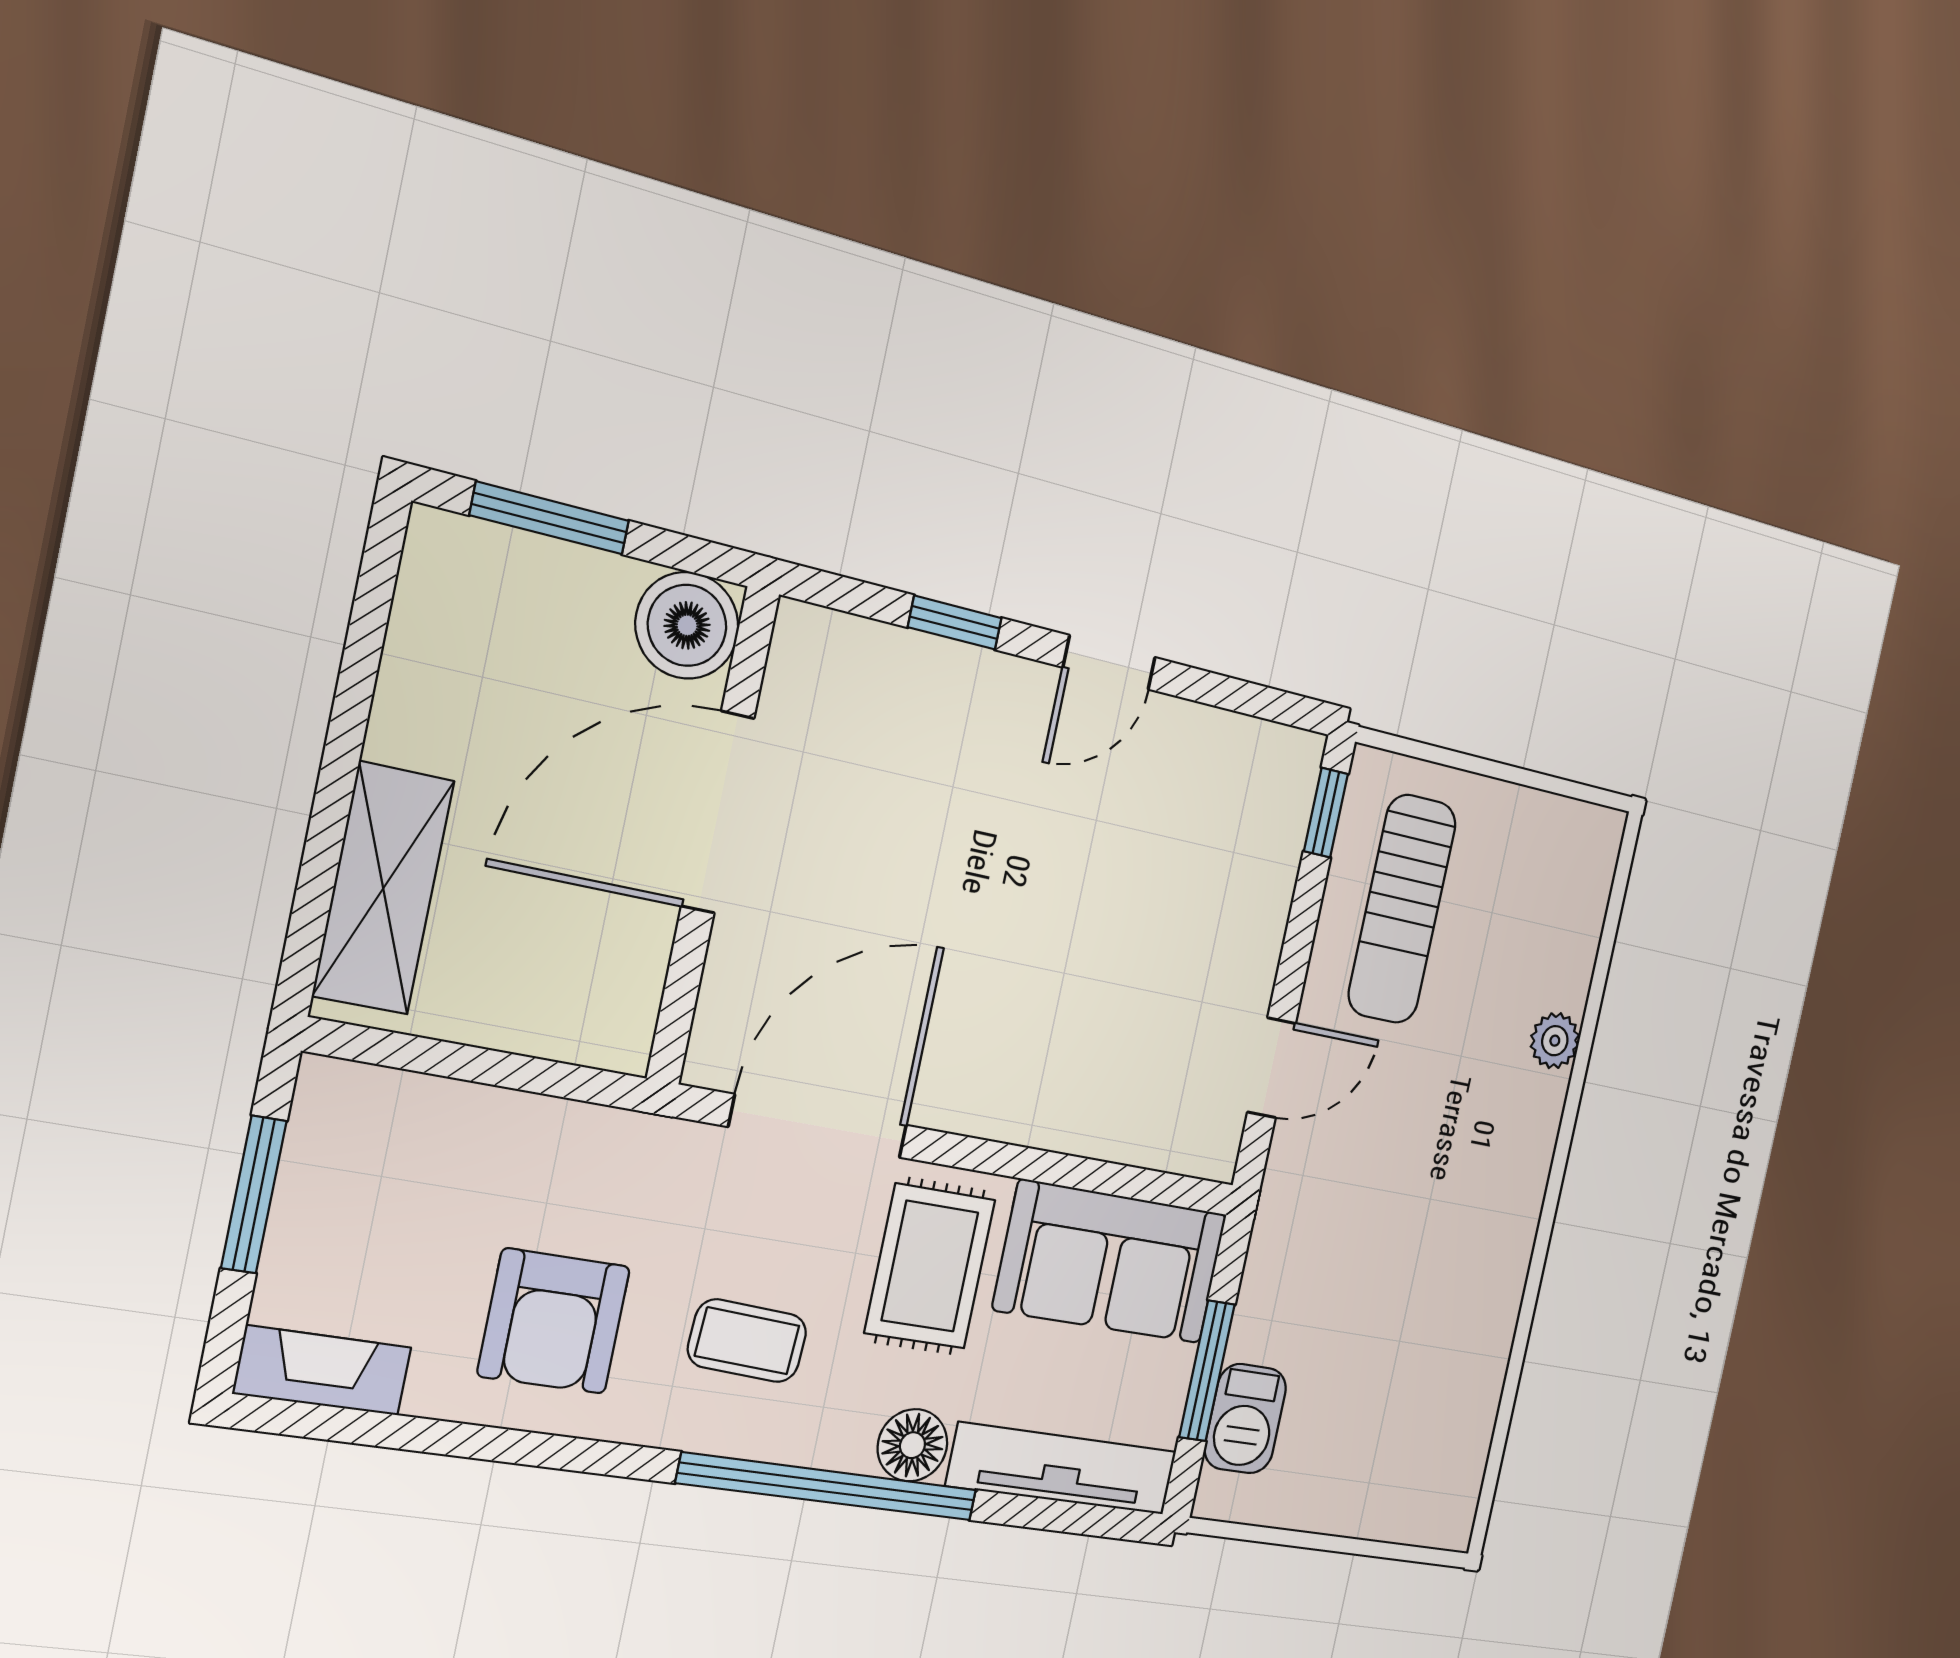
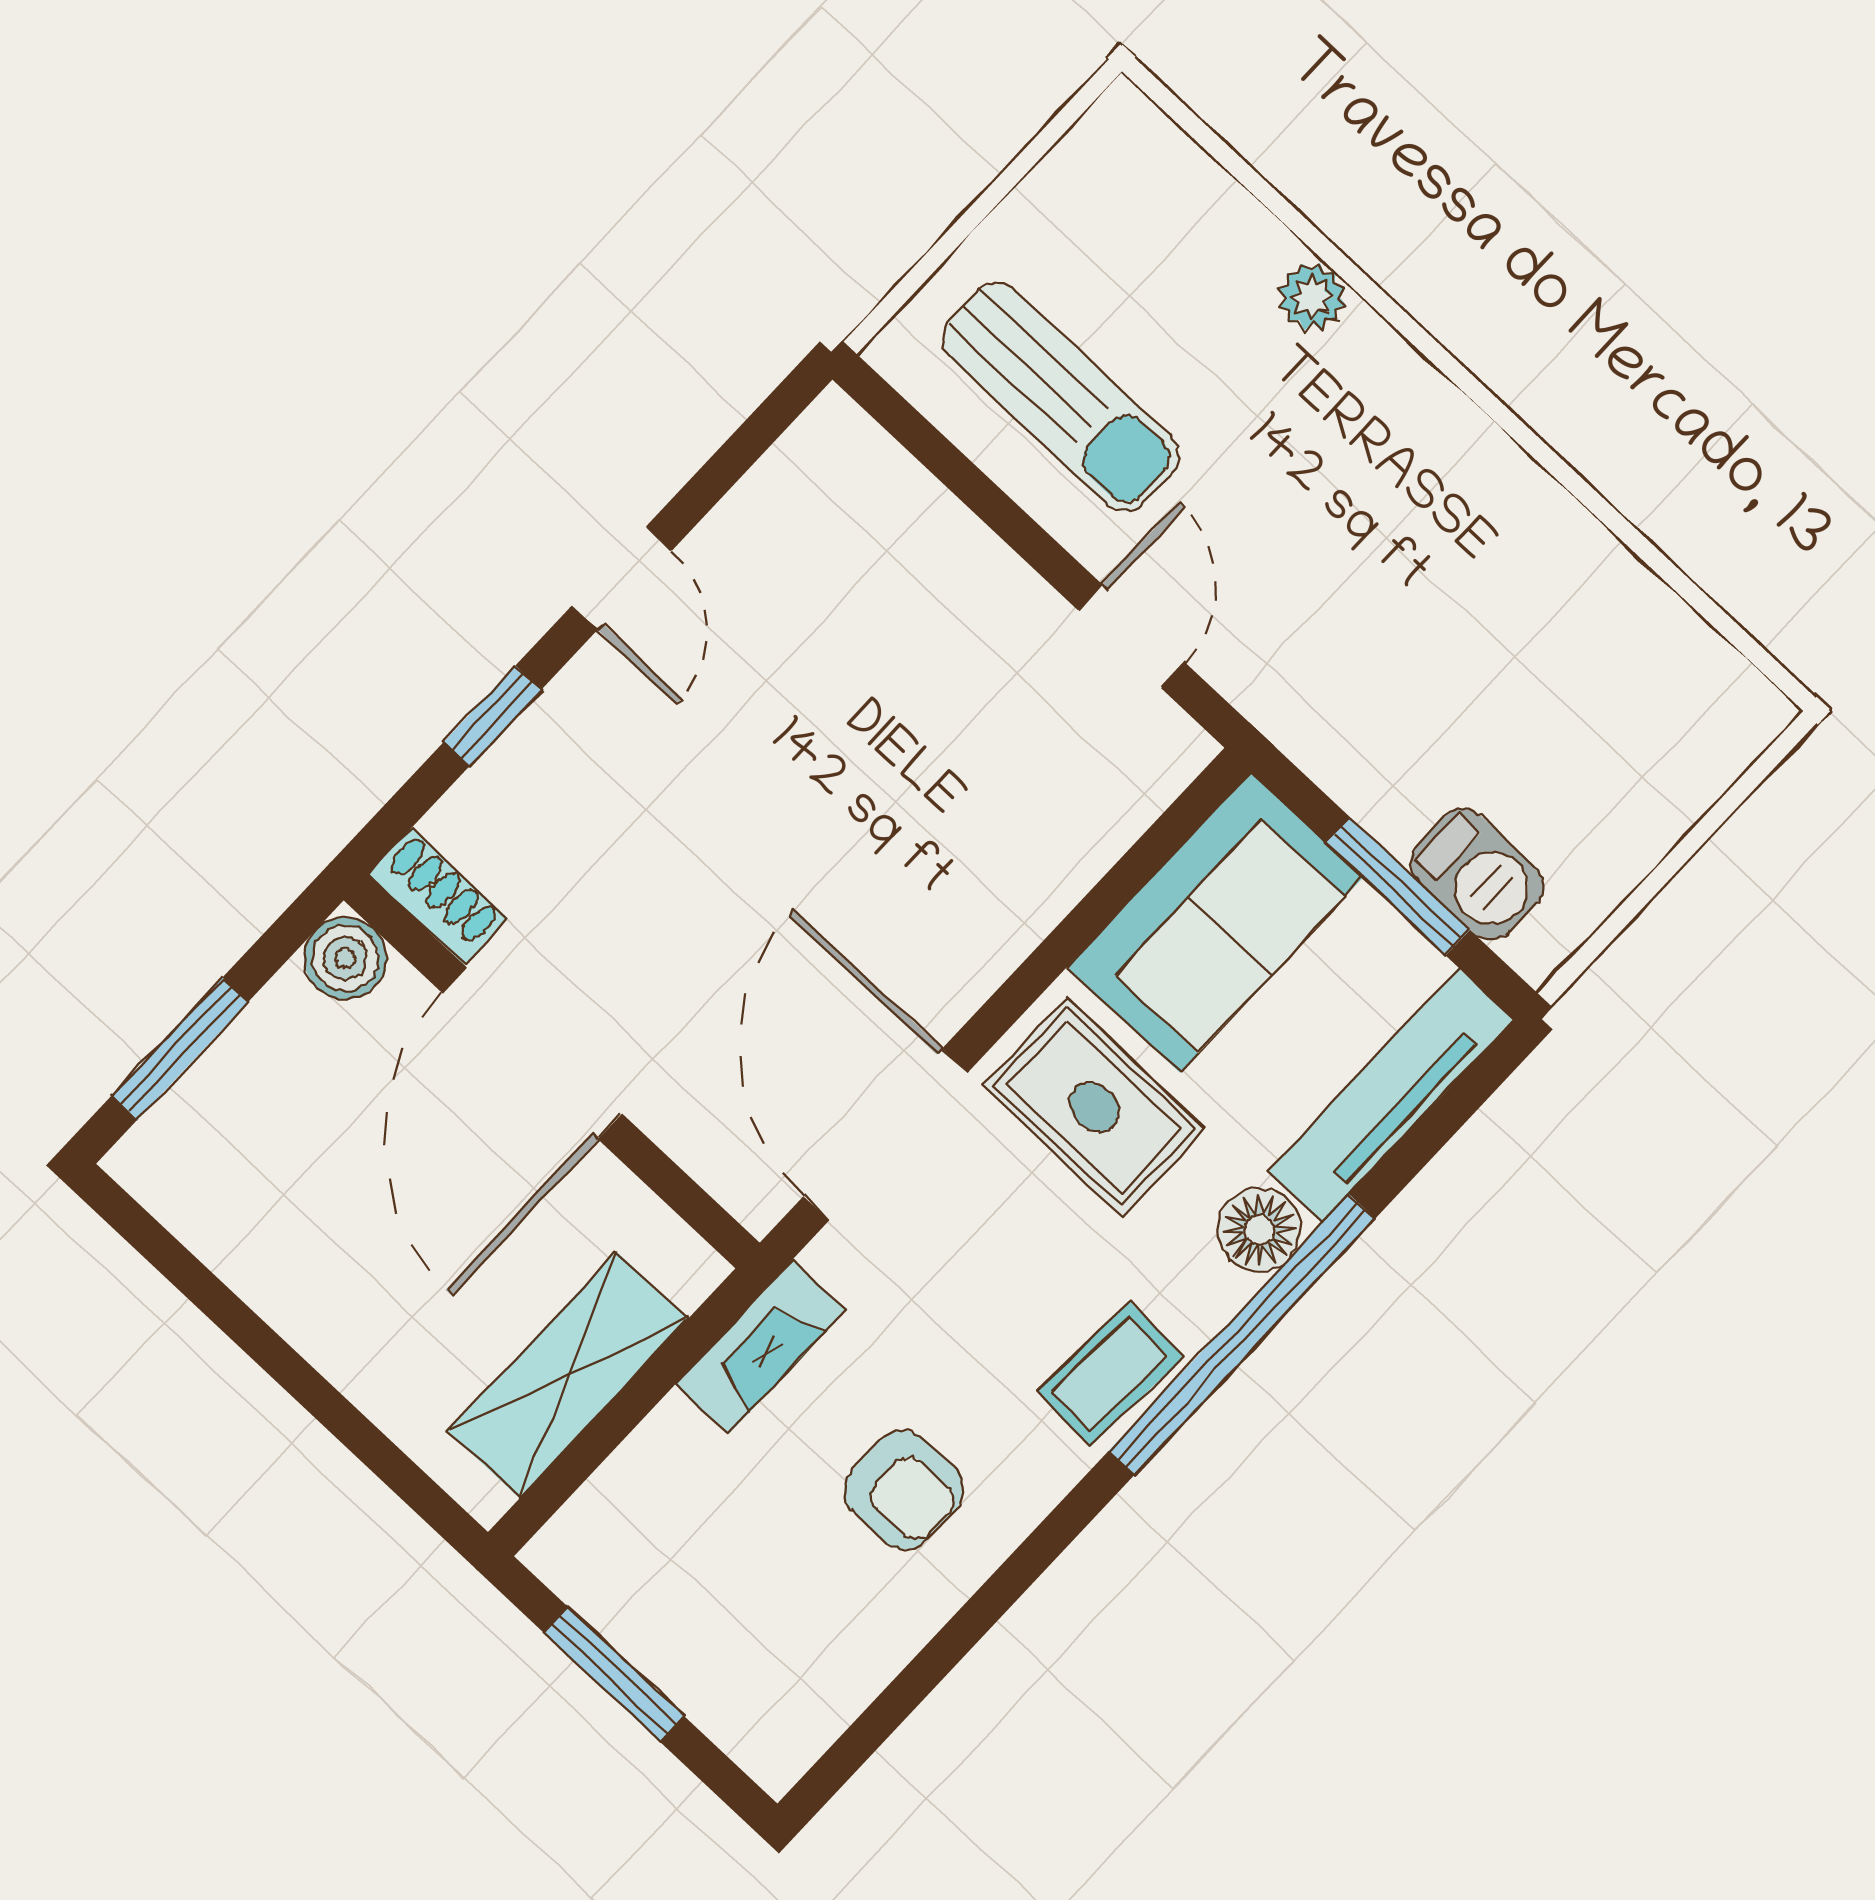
boiler: (687, 625) -> (345, 958), width x0.73, depth x0.73
shoe rack: (795, 662) -> (438, 896), added
window: (1326, 813) -> (909, 427), removed
shelving: (383, 888) -> (568, 1375), moved, turned 90
armchair: (554, 1321) -> (904, 1490), width x0.72, depth x0.72
coffee table: (747, 1341) -> (1110, 1374), moved
fireplace: (322, 1370) -> (760, 1347), moved, turned 180

